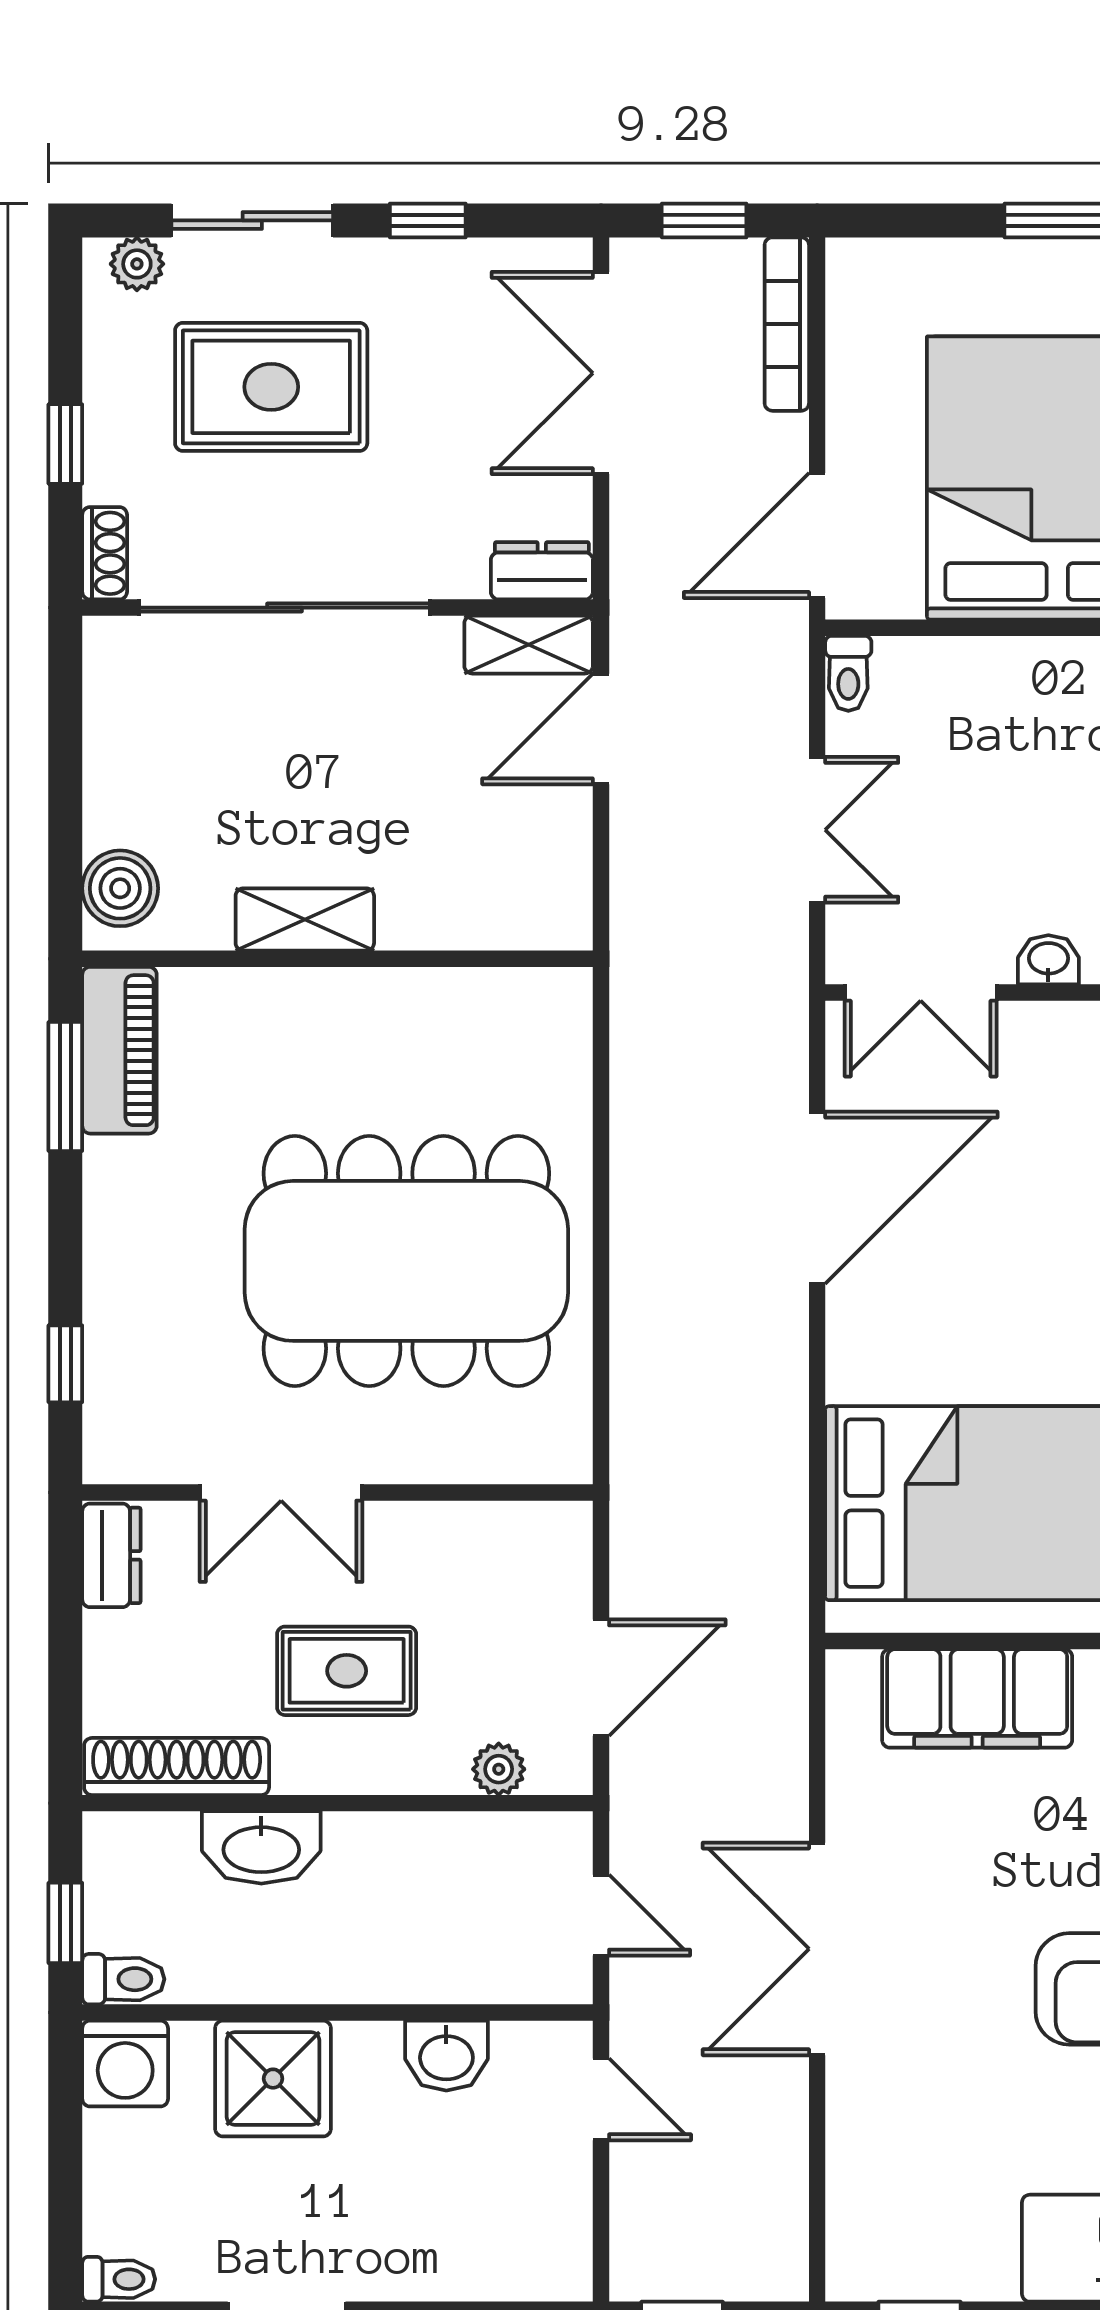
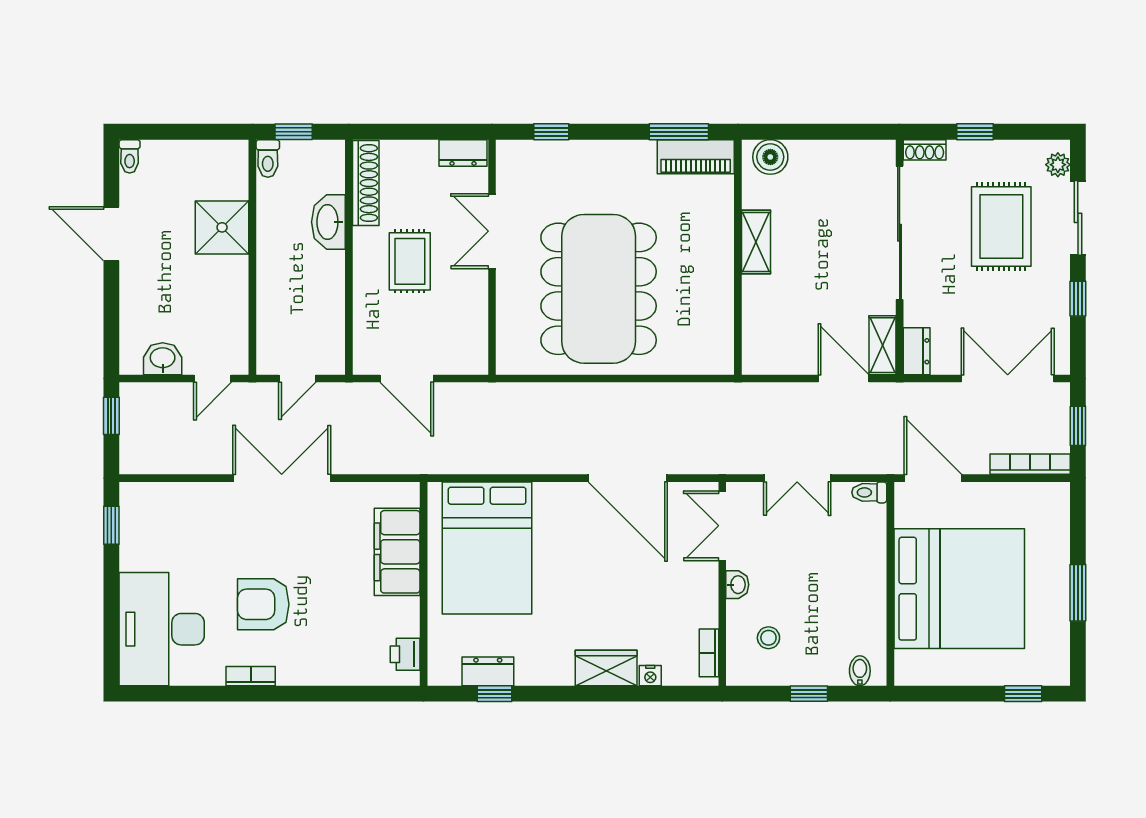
plant: (499, 1769) -> (365, 331), removed
washbasin: (446, 2056) -> (163, 359), moved, turned 90
washing machine: (125, 2064) -> (229, 159), removed

